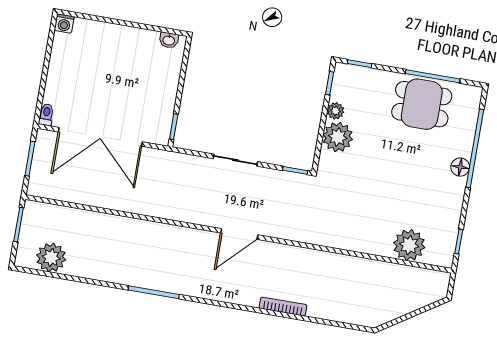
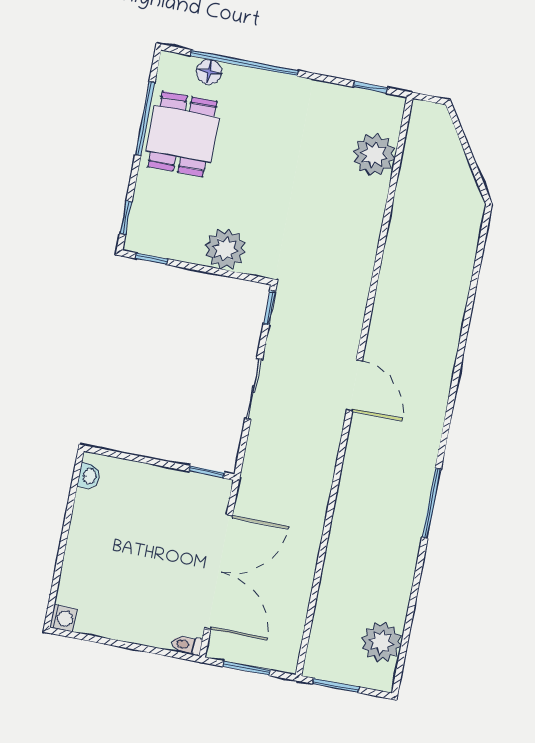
plant: (336, 111) -> (190, 251), removed
floor lamp: (460, 167) -> (209, 72), moved
bookcase: (283, 307) -> (454, 328), removed

